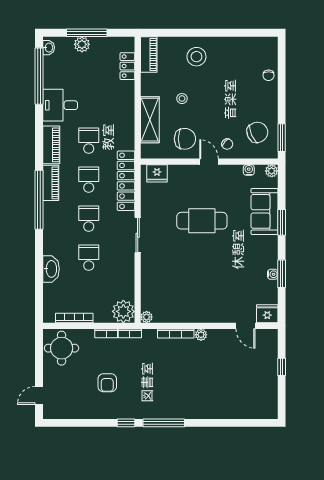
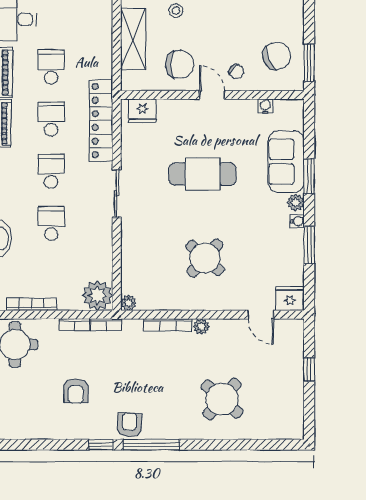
plant: (272, 171) -> (296, 203), moved
water cooler: (273, 274) -> (297, 221), moved
round table: (204, 284) -> (205, 258), added
round table: (216, 389) -> (222, 399), added
armchair: (147, 408) -> (129, 425), added

